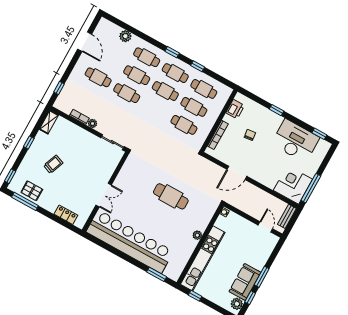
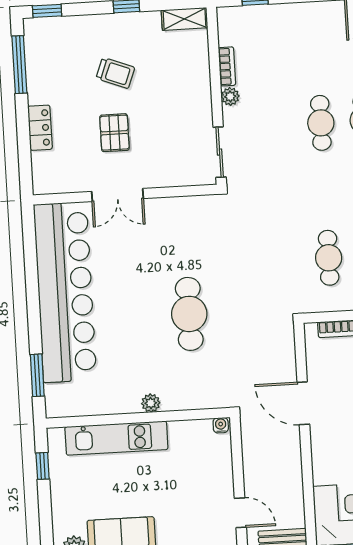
cafe table: (98, 77) -> (317, 55), removed
pallet: (32, 191) -> (114, 133), moved
locker: (66, 215) -> (40, 128), moved
door: (265, 227) -> (240, 513), hinge flipped
kitchen unit: (203, 258) -> (116, 438), width x0.73

